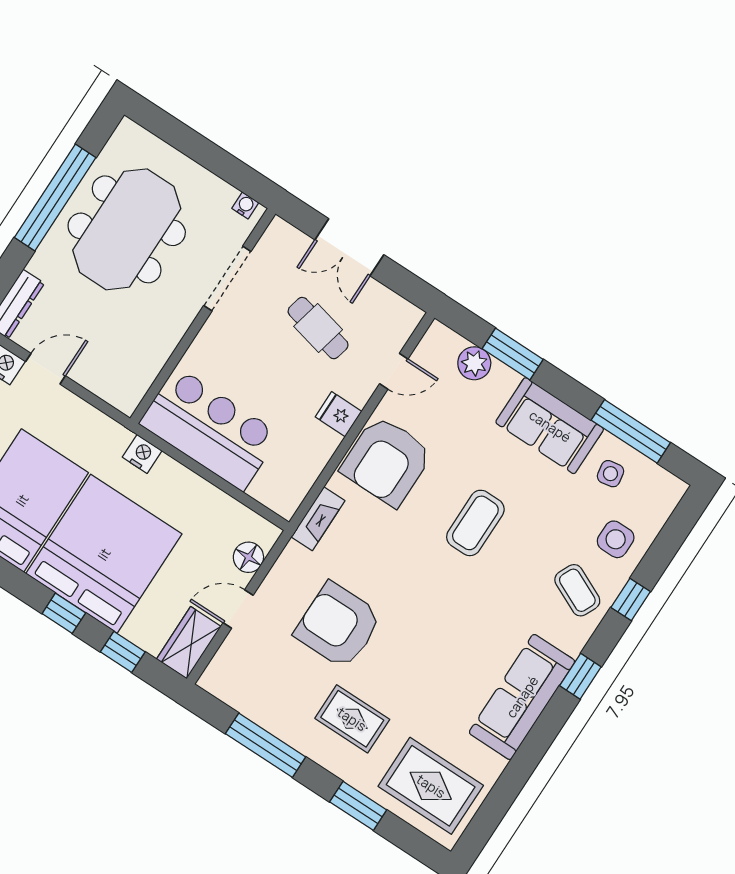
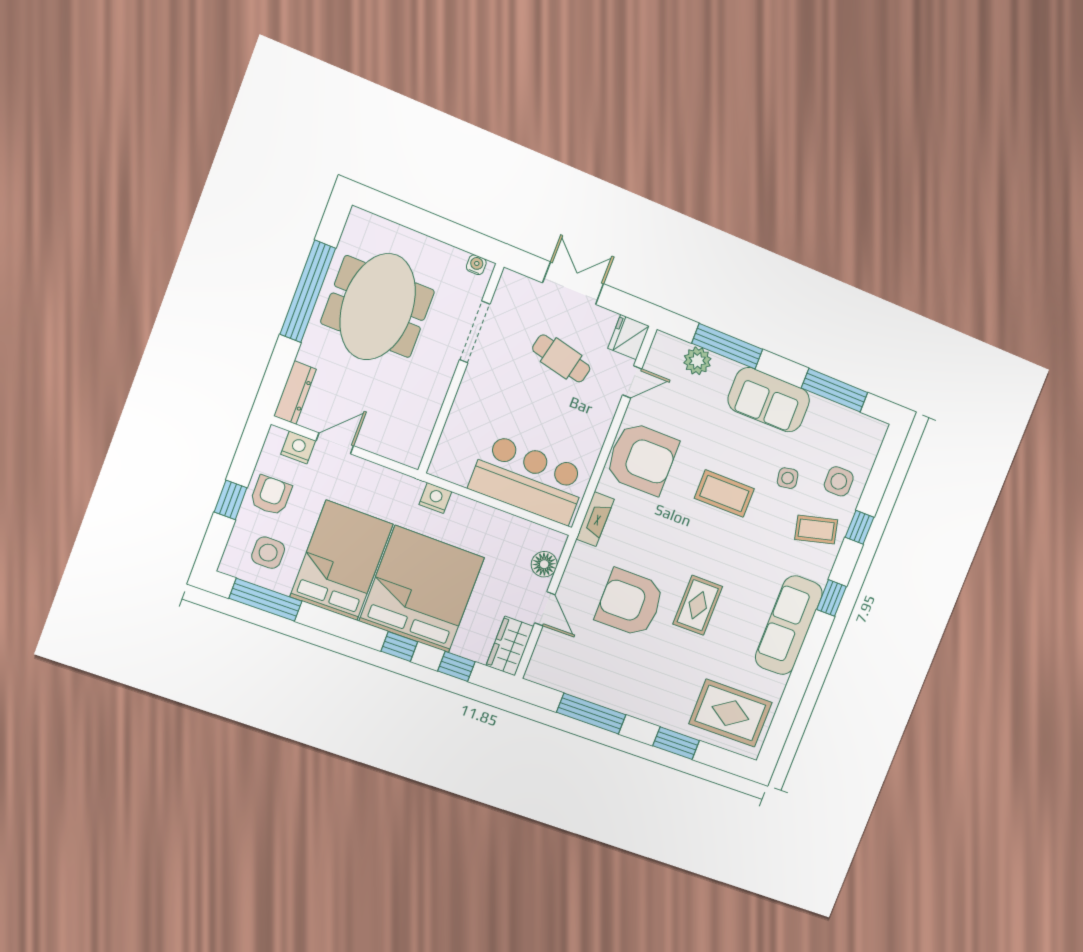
double door: (349, 247) -> (573, 283), swing flipped
window: (513, 354) -> (727, 346), width x1.44
fridge: (338, 414) -> (629, 337), moved, width x1.38
bar counter: (210, 429) -> (529, 480), moved
armchair: (387, 461) -> (642, 458), turned -90
side table: (610, 474) -> (788, 478), moved
coffee table: (475, 523) -> (724, 493), turned 90
coffee table: (577, 590) -> (816, 530), turned -39
door: (238, 609) -> (545, 609), swing flipped
rug: (352, 719) -> (698, 605), moved, turned 90

